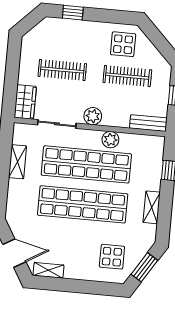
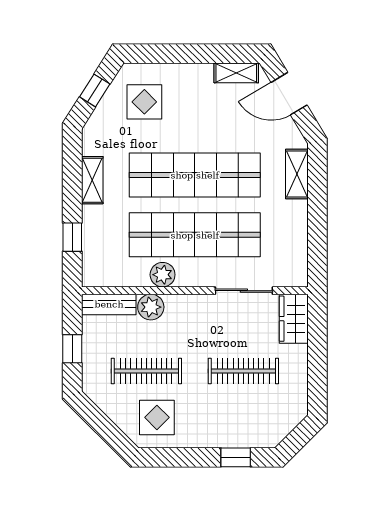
plant: (93, 116) -> (151, 307), moved
shelving: (18, 162) -> (297, 174), moved
window: (144, 267) -> (95, 90), width x0.67

